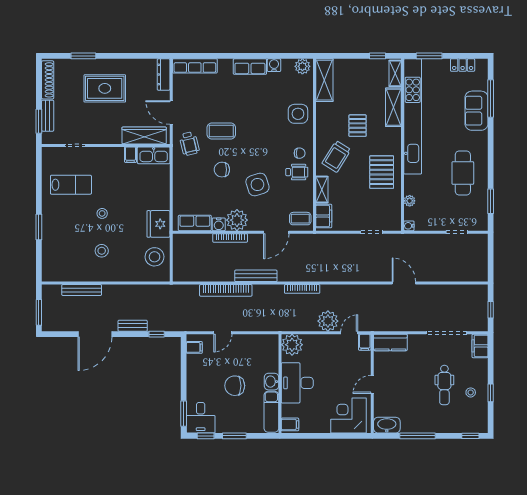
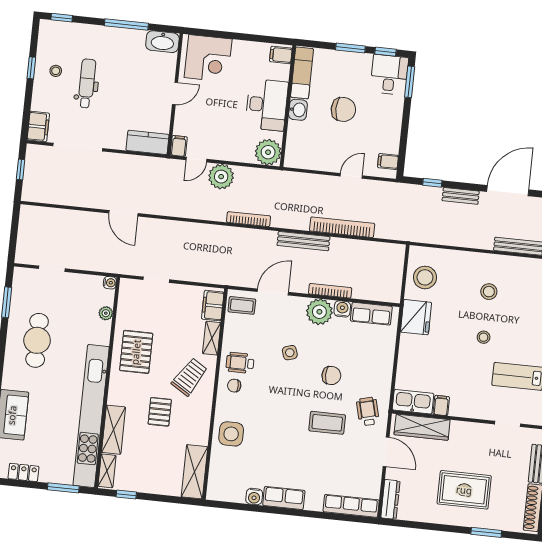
plant: (302, 66) -> (219, 491), removed
side table: (257, 184) -> (290, 353), width x0.54, depth x0.54

